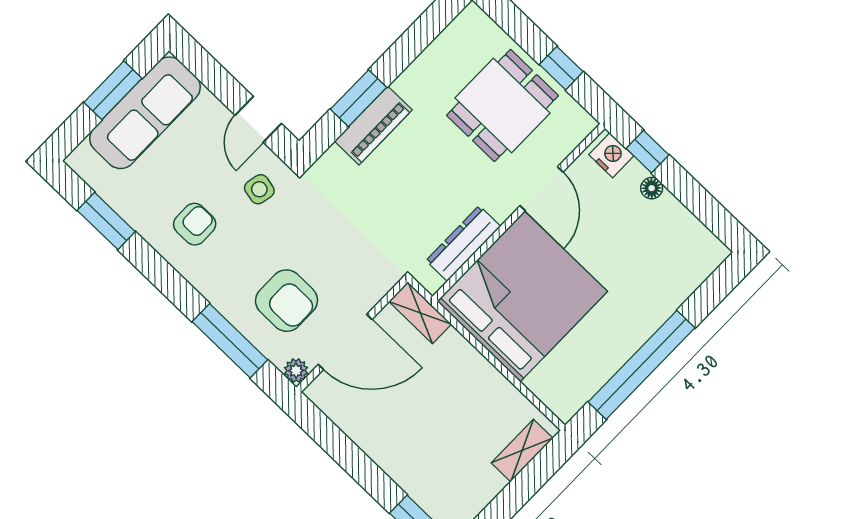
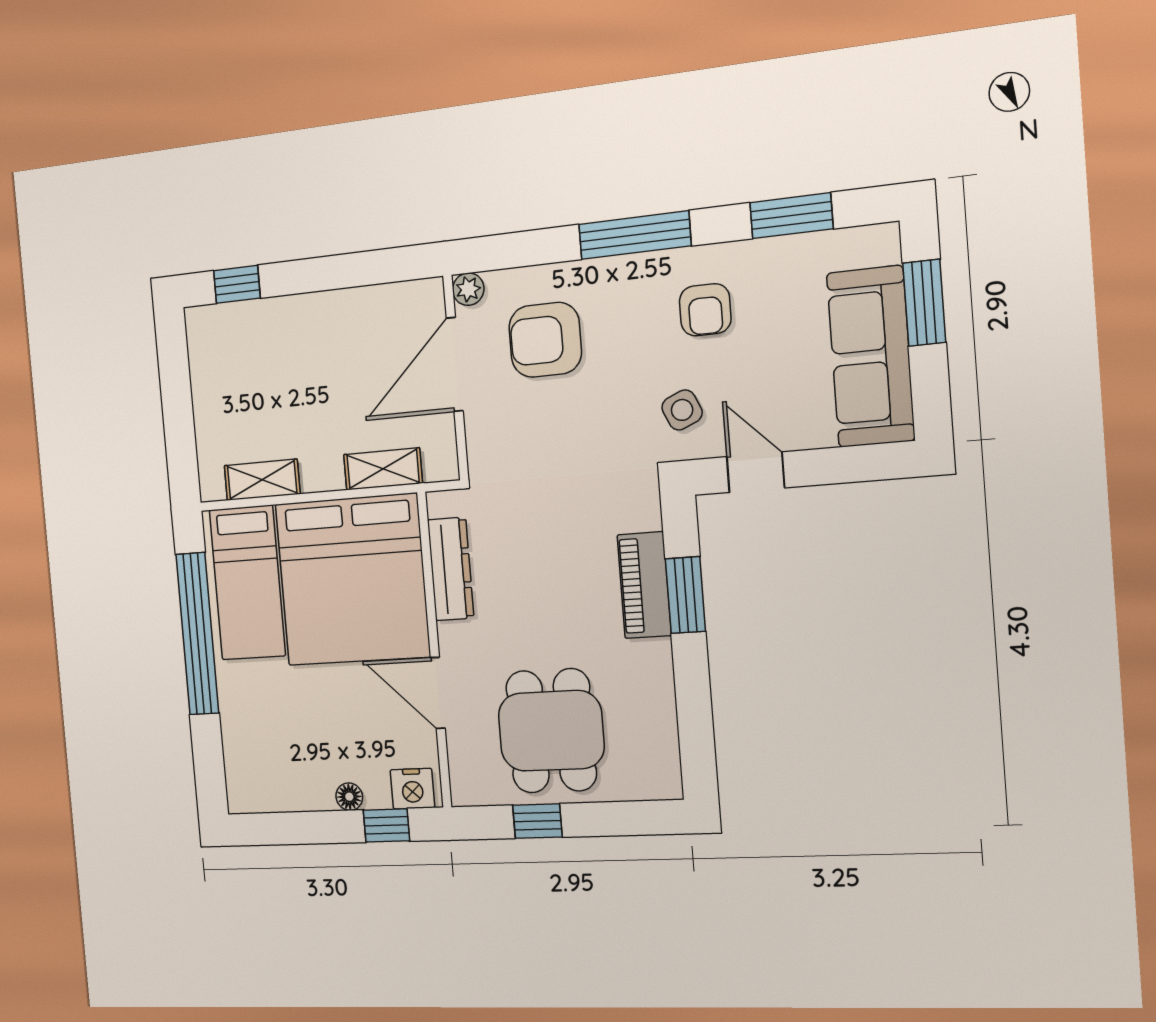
window: (113, 90) -> (924, 303), moved
side table: (259, 189) -> (682, 410), turned -36
shelving: (420, 313) -> (383, 469), moved
window: (230, 341) -> (635, 235), moved
bed: (582, 360) -> (247, 583), added
shelving: (522, 450) -> (262, 480), moved, turned 90

